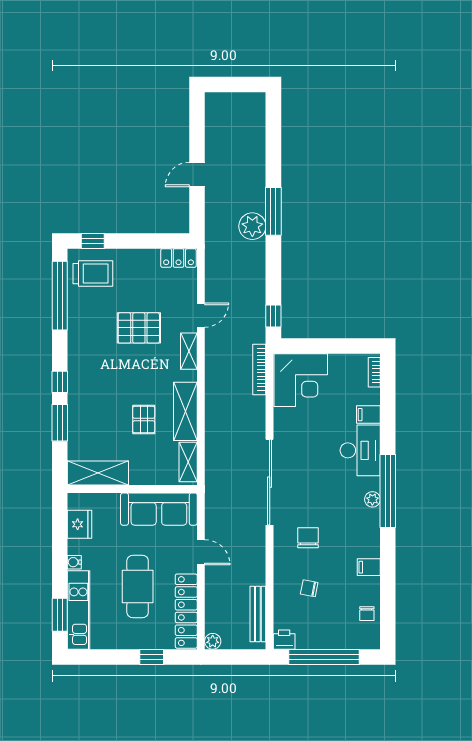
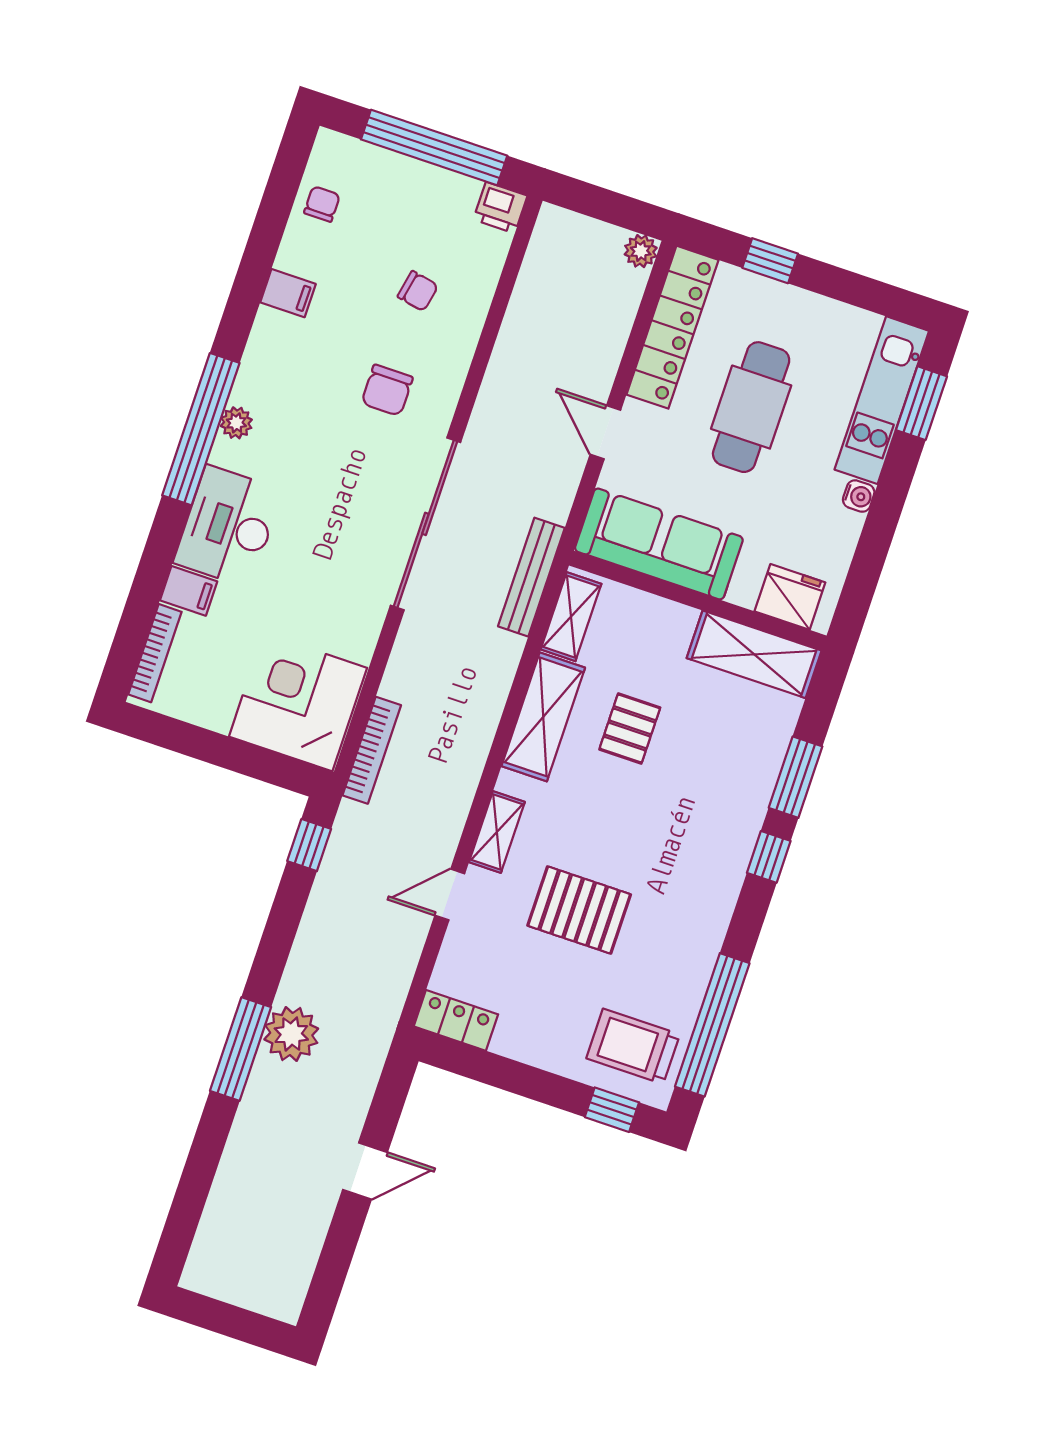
bookcase: (374, 372) -> (155, 653), width x1.56
fridge: (79, 524) -> (790, 597), moved, turned 90
bench: (258, 614) -> (531, 577), moved

